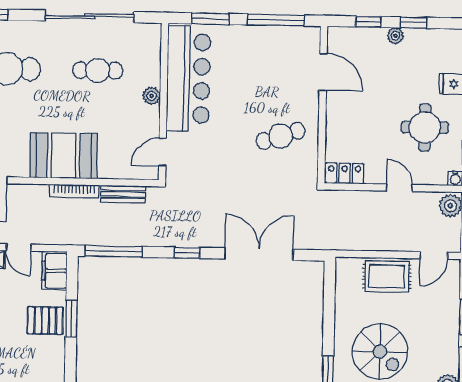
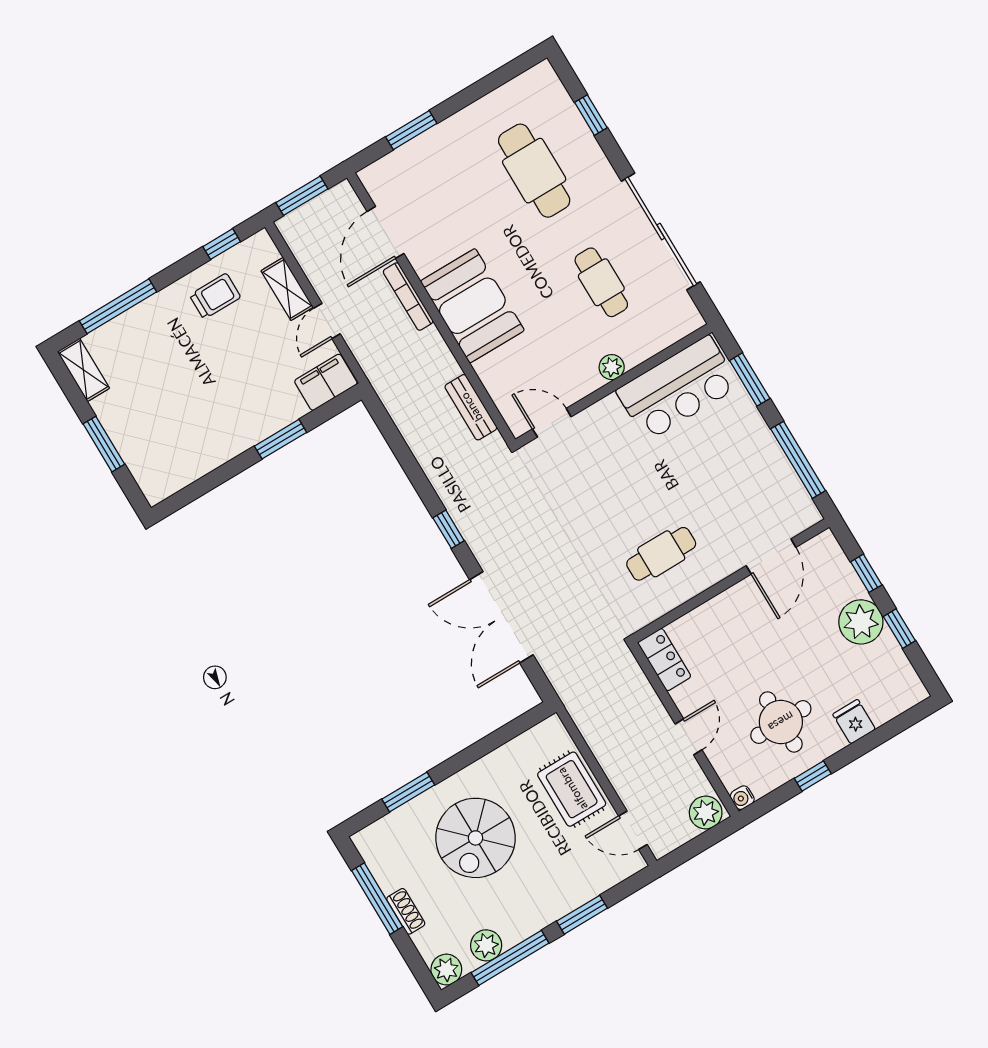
plant: (395, 36) -> (861, 622), width x1.87, depth x1.87
bar counter: (188, 79) -> (678, 388), width x0.73
cafe table: (281, 136) -> (661, 554), turned -72
bookcase: (74, 191) -> (408, 296), moved
window: (114, 251) -> (394, 439), removed
double door: (259, 254) -> (501, 617), swing flipped
pallet: (45, 321) -> (259, 409), removed

